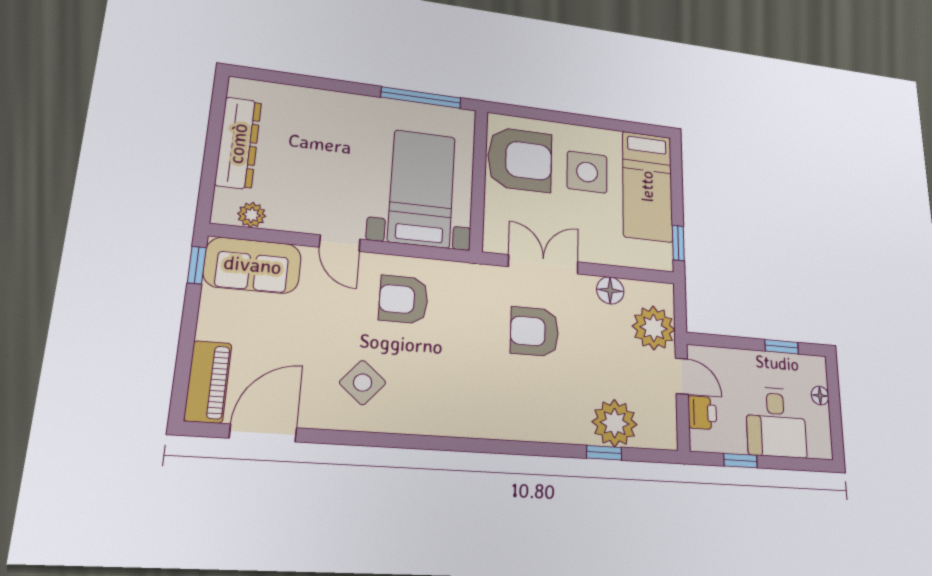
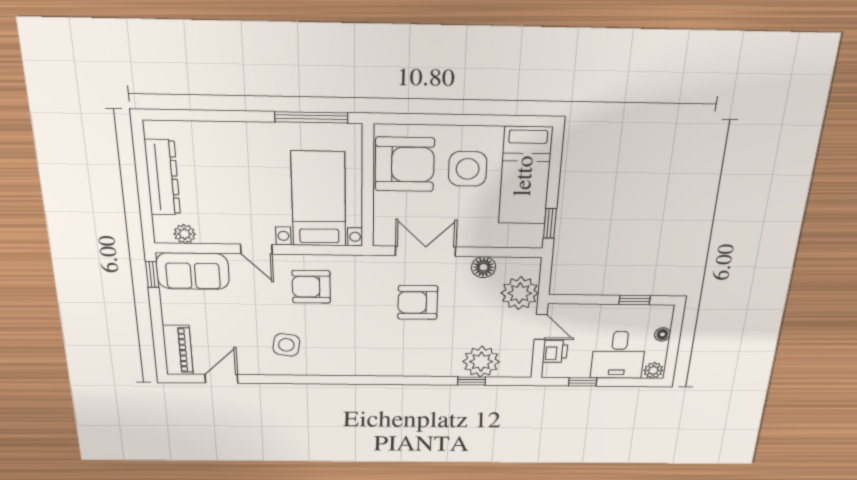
side table: (363, 383) -> (286, 345), turned -32
door: (263, 433) -> (222, 379), width x0.73
plant: (819, 447) -> (653, 370), added

